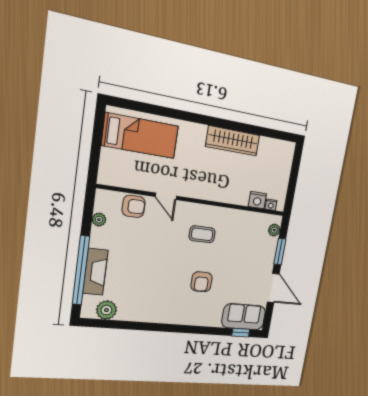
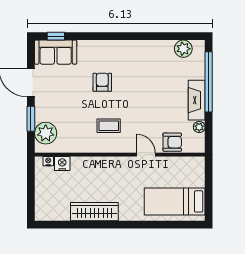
armchair: (134, 206) -> (172, 142), turned 180
plant: (274, 230) -> (46, 133), width x1.87, depth x1.87
fireplace: (95, 272) -> (197, 100), moved

